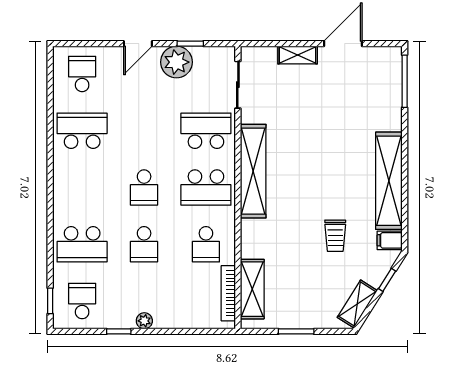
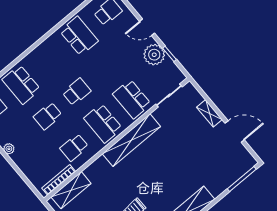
school desk: (206, 131) -> (132, 99), turned 180
school desk: (144, 188) -> (77, 92), turned 180

